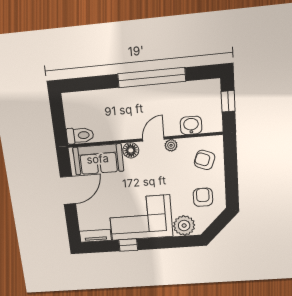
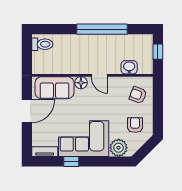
toilet: (80, 135) -> (42, 44), moved
door: (153, 139) -> (99, 75), swing flipped
plant: (171, 145) -> (113, 81), removed

